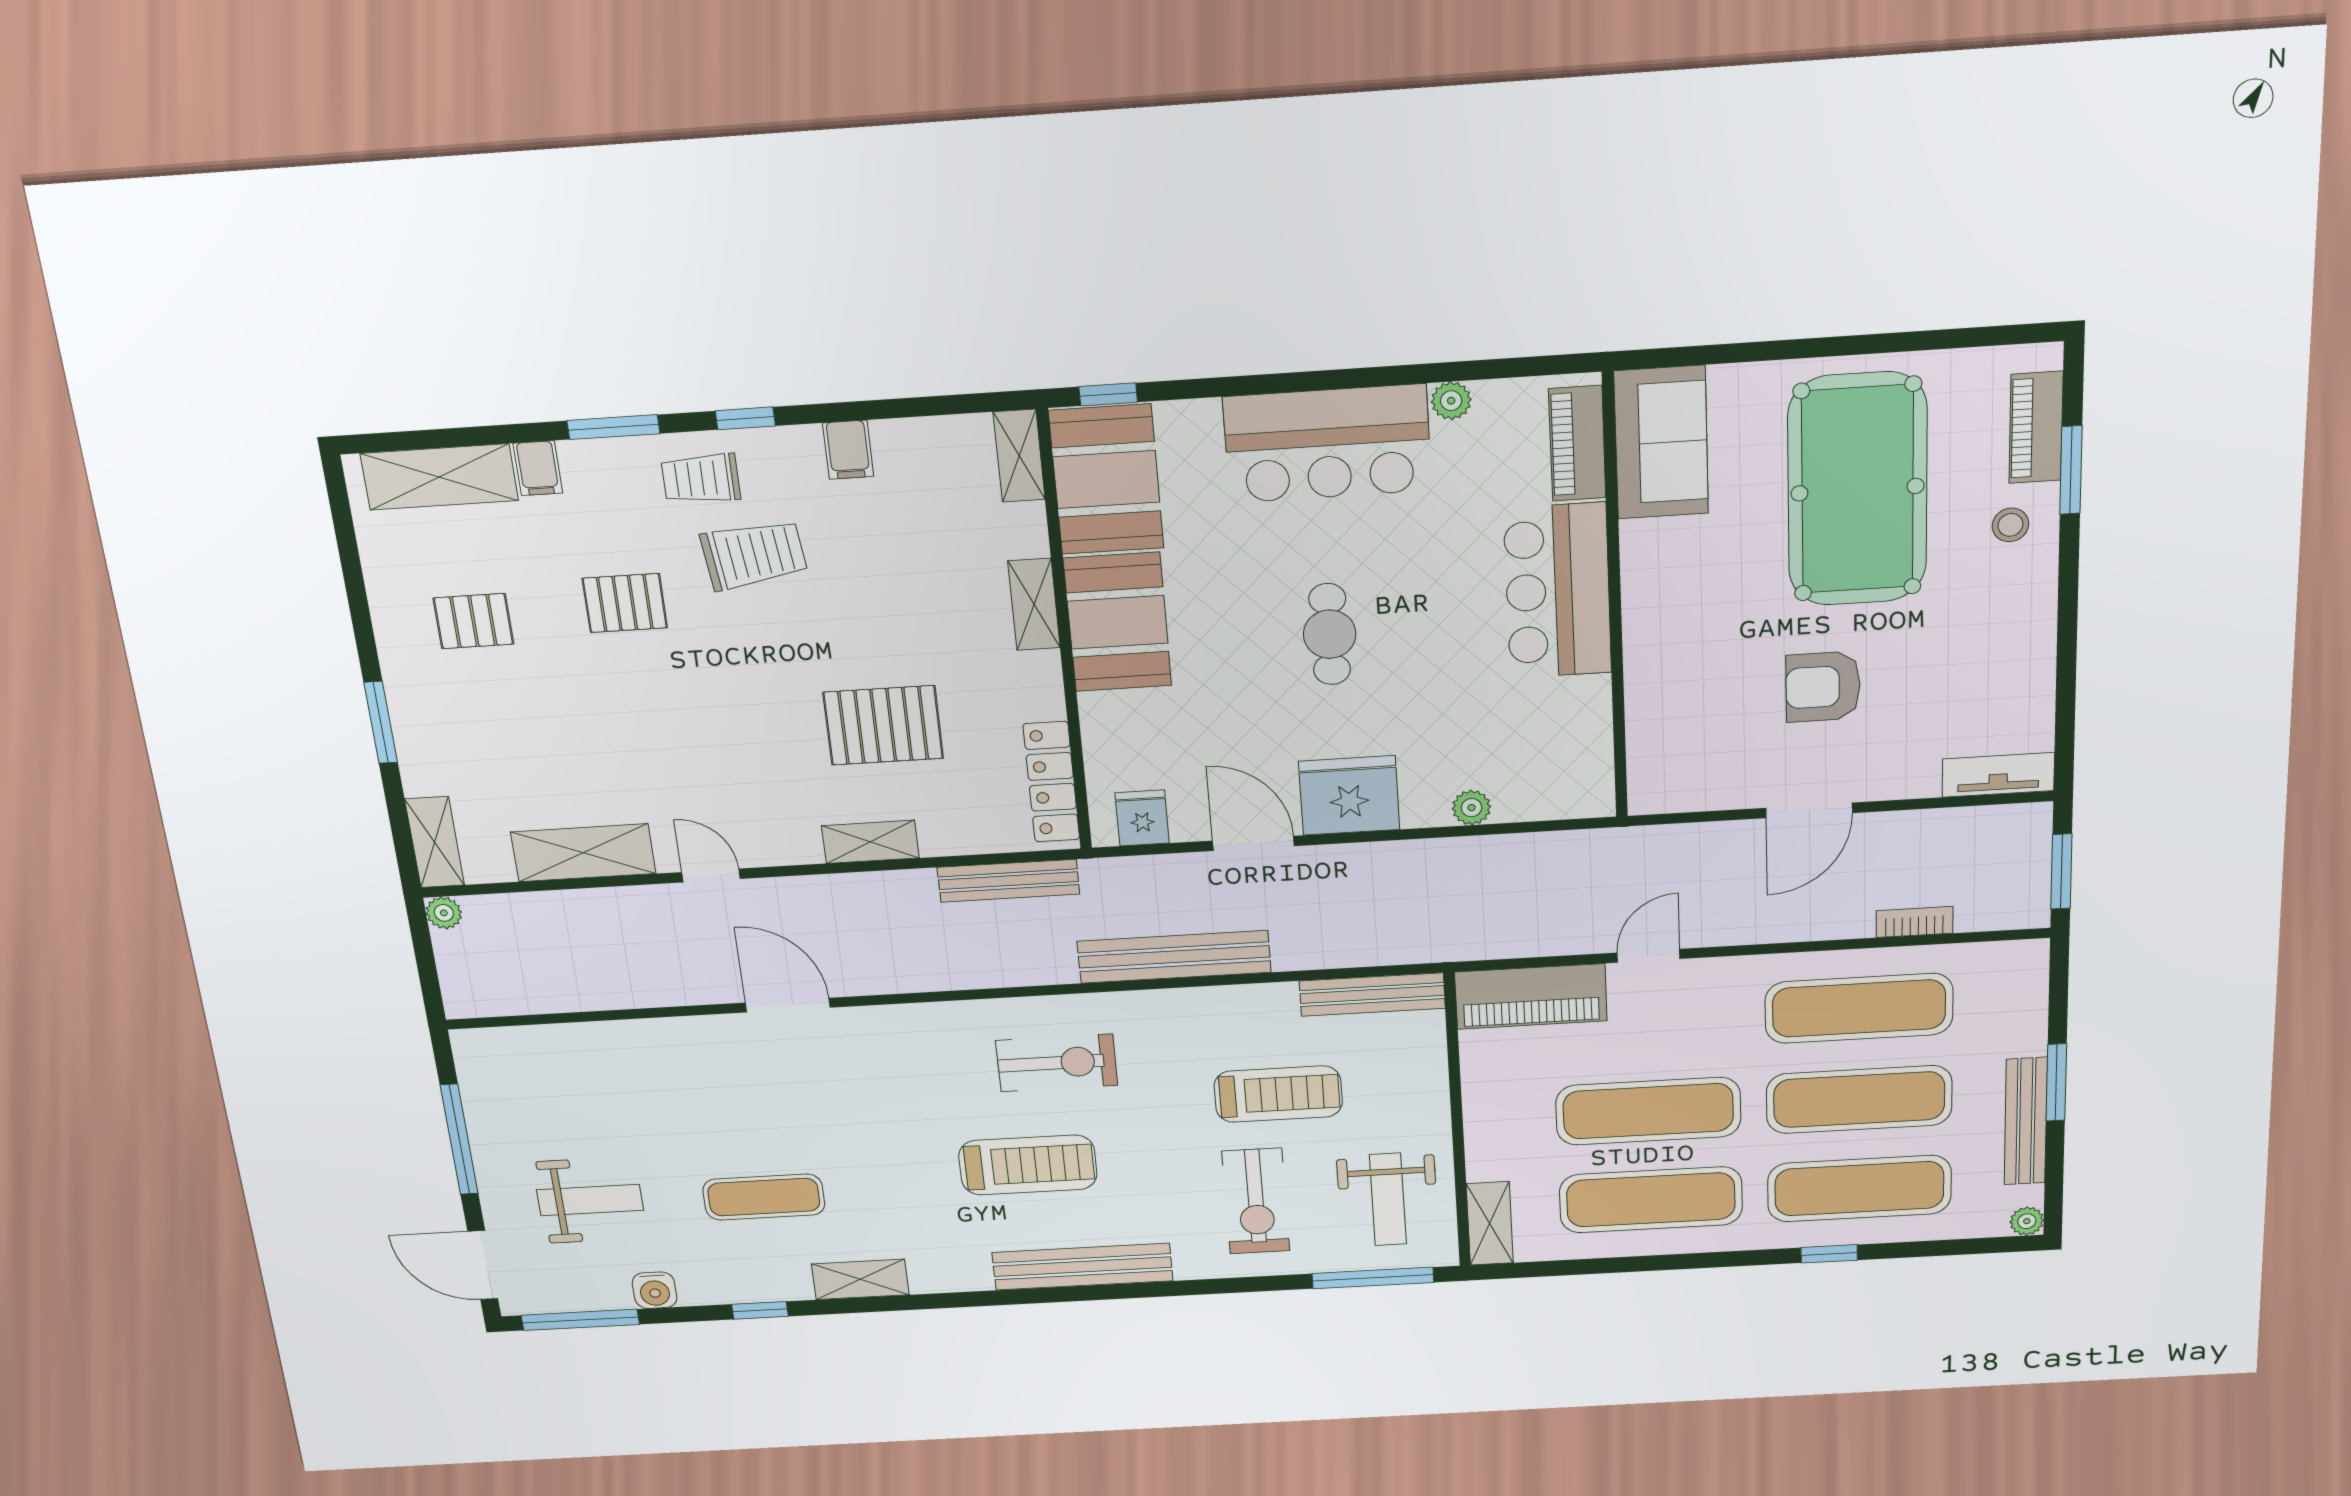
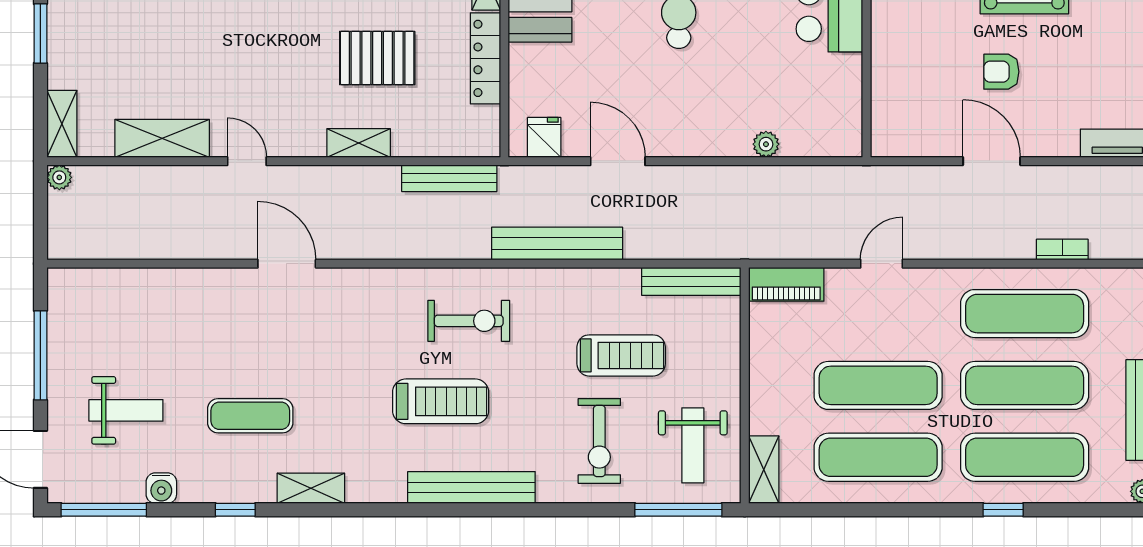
armchair: (1823, 687) -> (1001, 72), width x0.72, depth x0.72
locker: (1051, 782) -> (485, 58), moved
fridge: (1349, 795) -> (684, 130), removed
door: (1809, 810) -> (992, 161), swing flipped
piano: (1531, 996) -> (786, 284), width x0.73, depth x0.75

